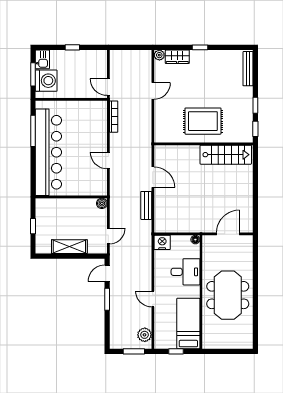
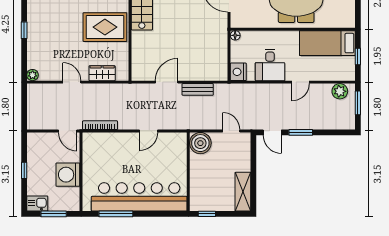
wardrobe: (177, 57) -> (102, 73), moved, turned -90
washing machine: (46, 81) -> (68, 175), moved, turned -90
door: (108, 87) -> (68, 131), hinge flipped
rug: (203, 121) -> (105, 27), turned 90
boiler: (102, 203) -> (200, 143), width x1.86, depth x1.86
window: (33, 226) -> (207, 214), moved
shelving: (69, 247) -> (243, 192), moved
desk: (185, 272) -> (270, 65), moved, turned 180

